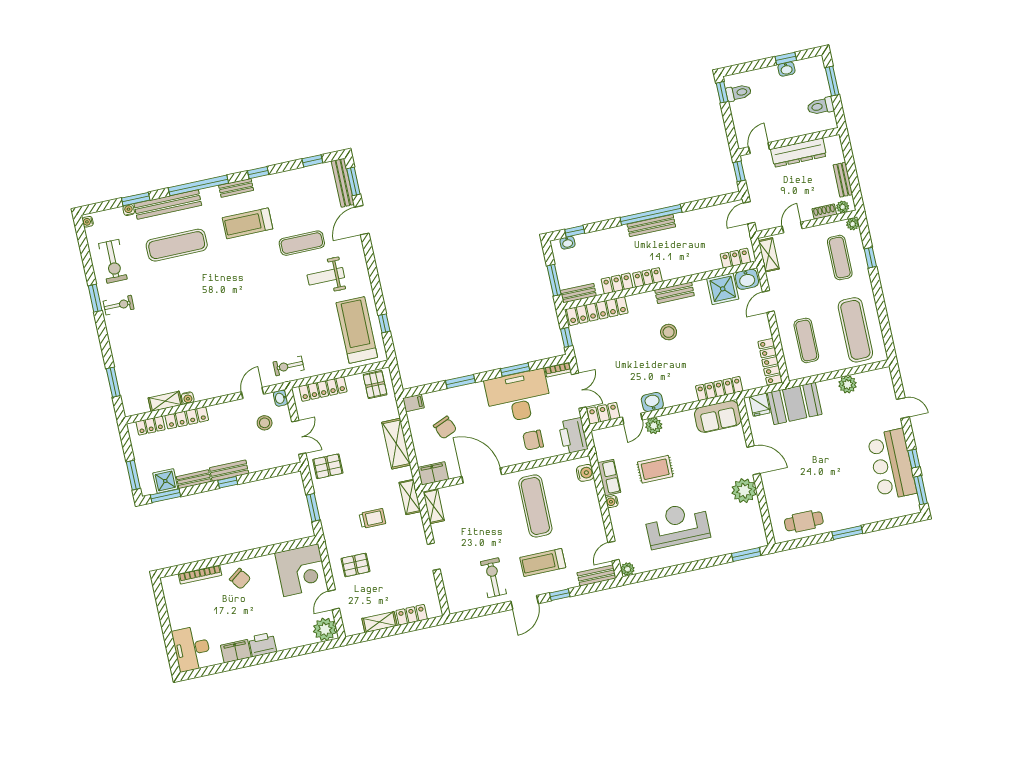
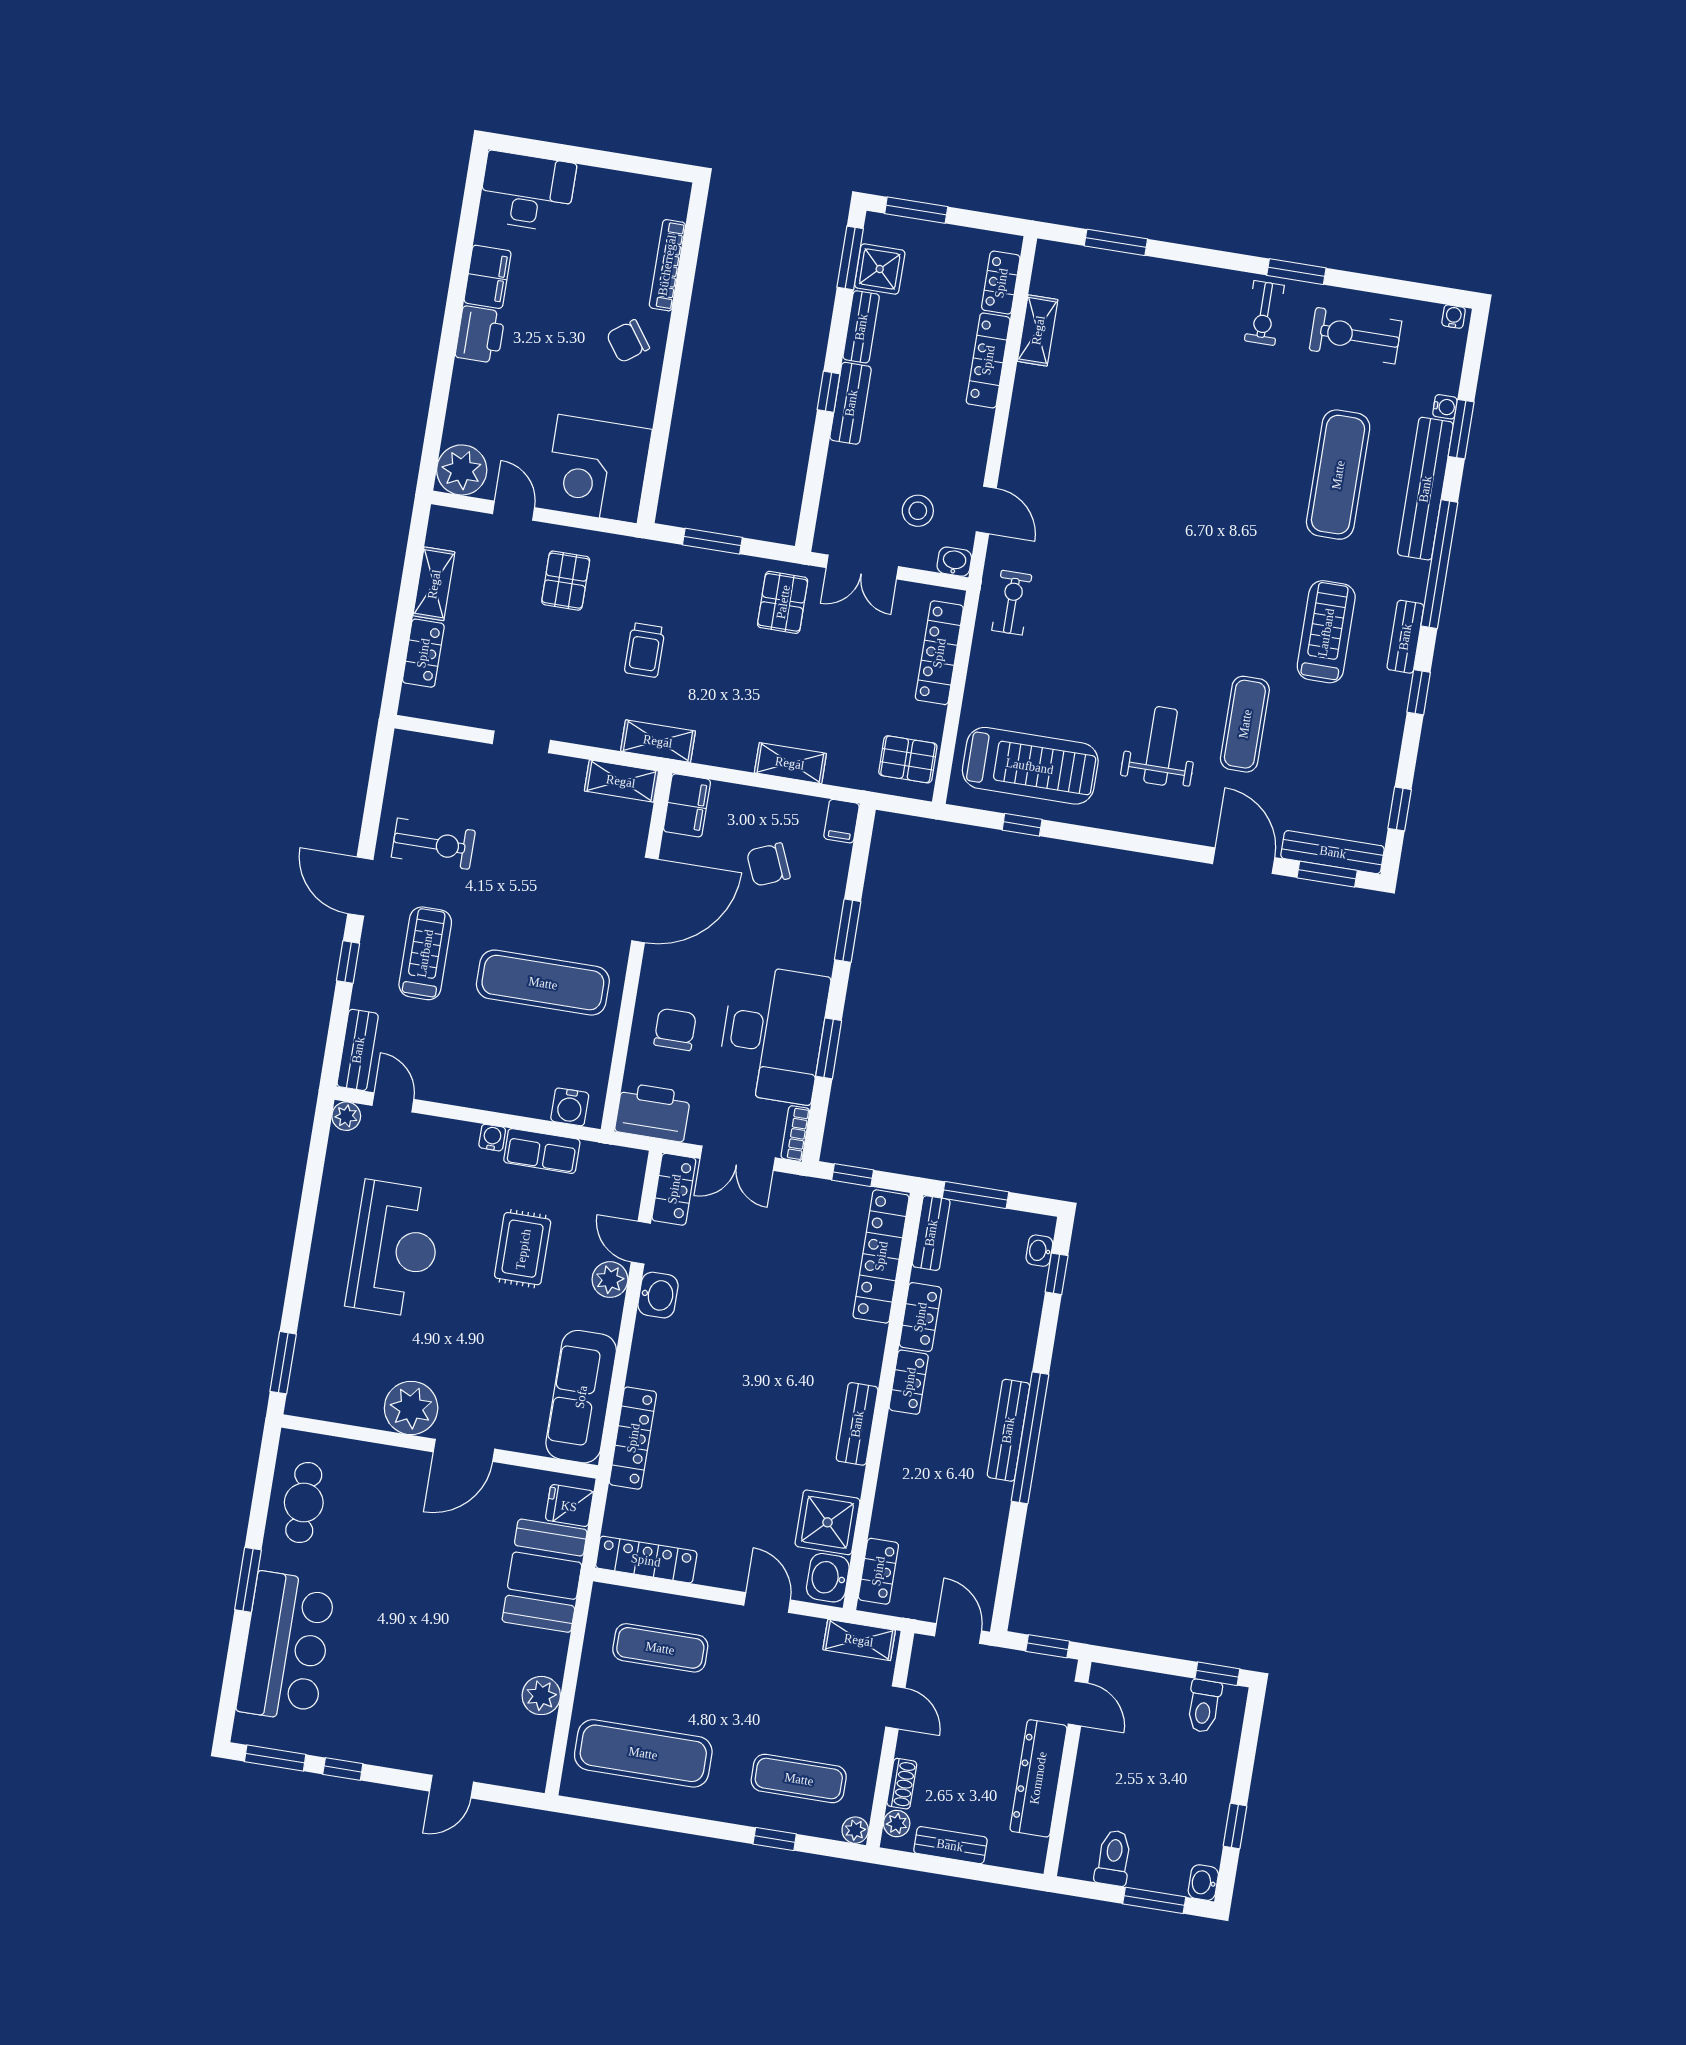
washbasin: (786, 69) -> (1203, 1883), moved
stool: (669, 332) -> (784, 1382), removed
water cooler: (188, 398) -> (1027, 378), removed
sofa: (718, 417) -> (581, 1397), width x1.36
shelving: (396, 444) -> (790, 763), width x0.67, depth x0.75
bar counter: (892, 464) -> (286, 1647), moved, turned 90

